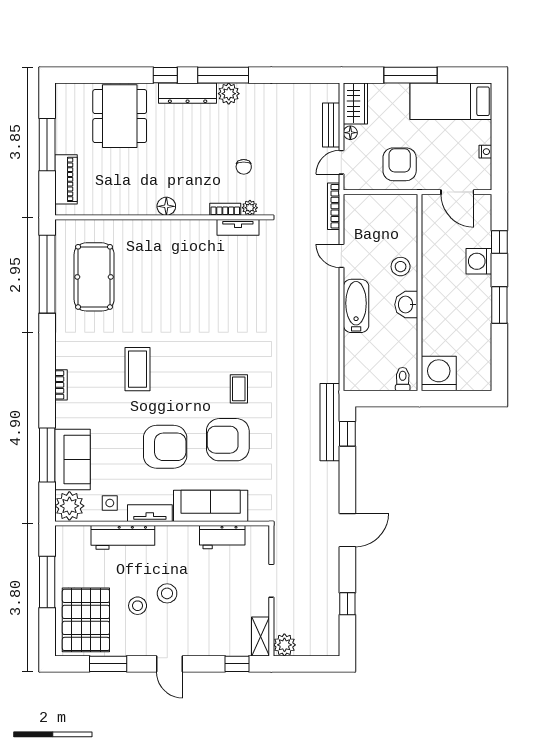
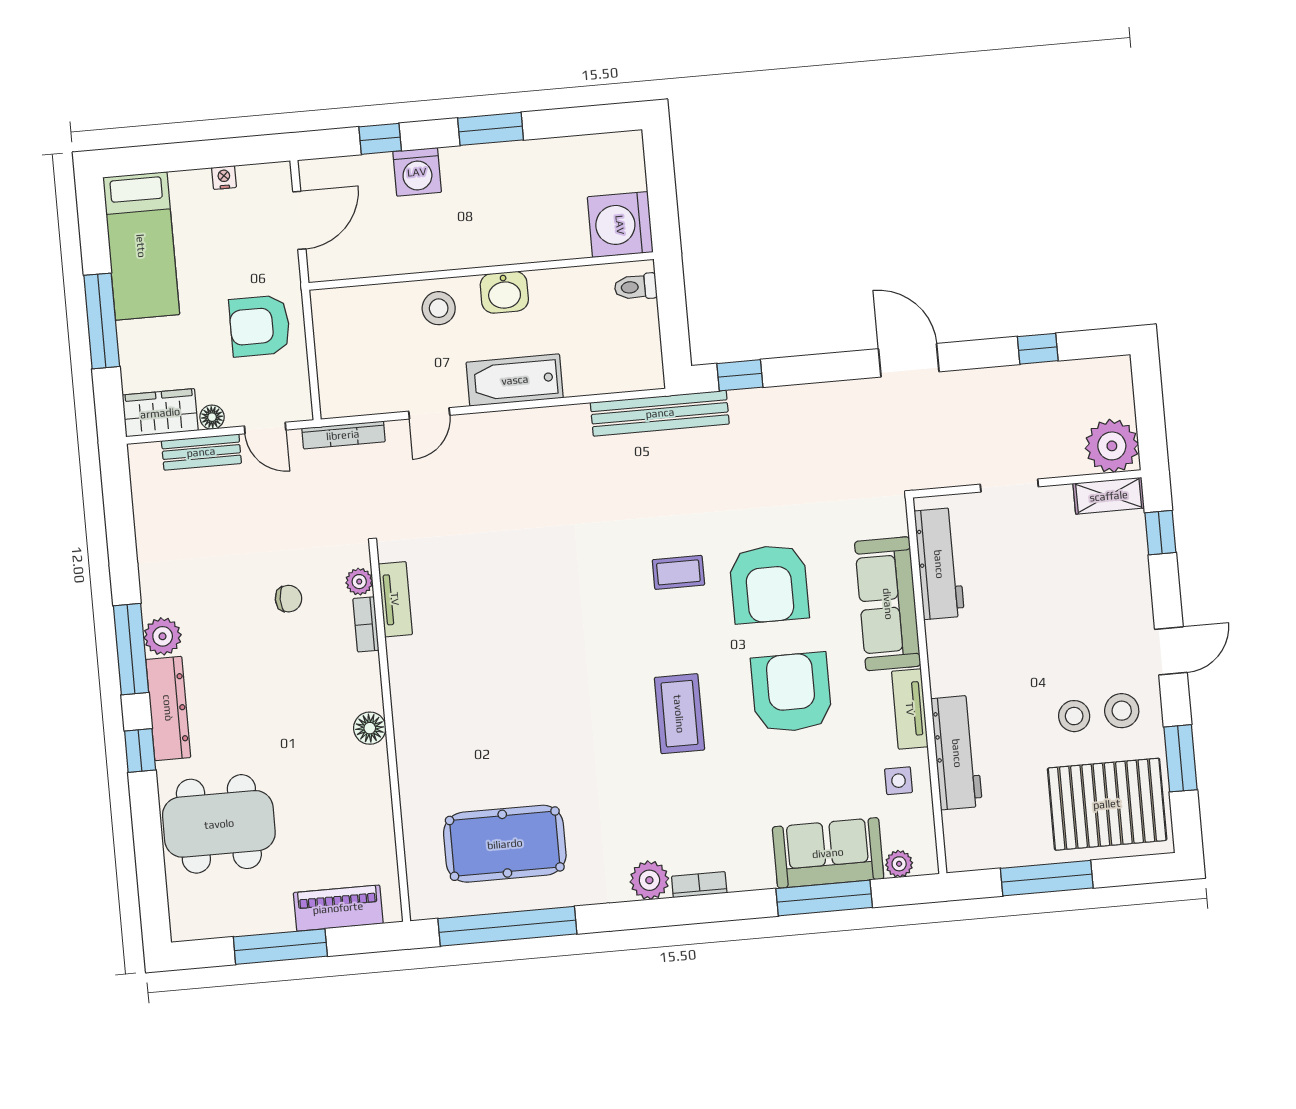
plant: (66, 357) -> (649, 880), added
coffee table: (137, 369) -> (679, 714), moved, turned 90
bench: (330, 422) -> (660, 413), moved
plant: (69, 506) -> (899, 864), width x0.53, depth x0.53
workbench: (222, 537) -> (939, 564), width x1.37
stool: (167, 593) -> (1122, 711), moved
plant: (284, 645) -> (1112, 446), width x1.36, depth x1.36

